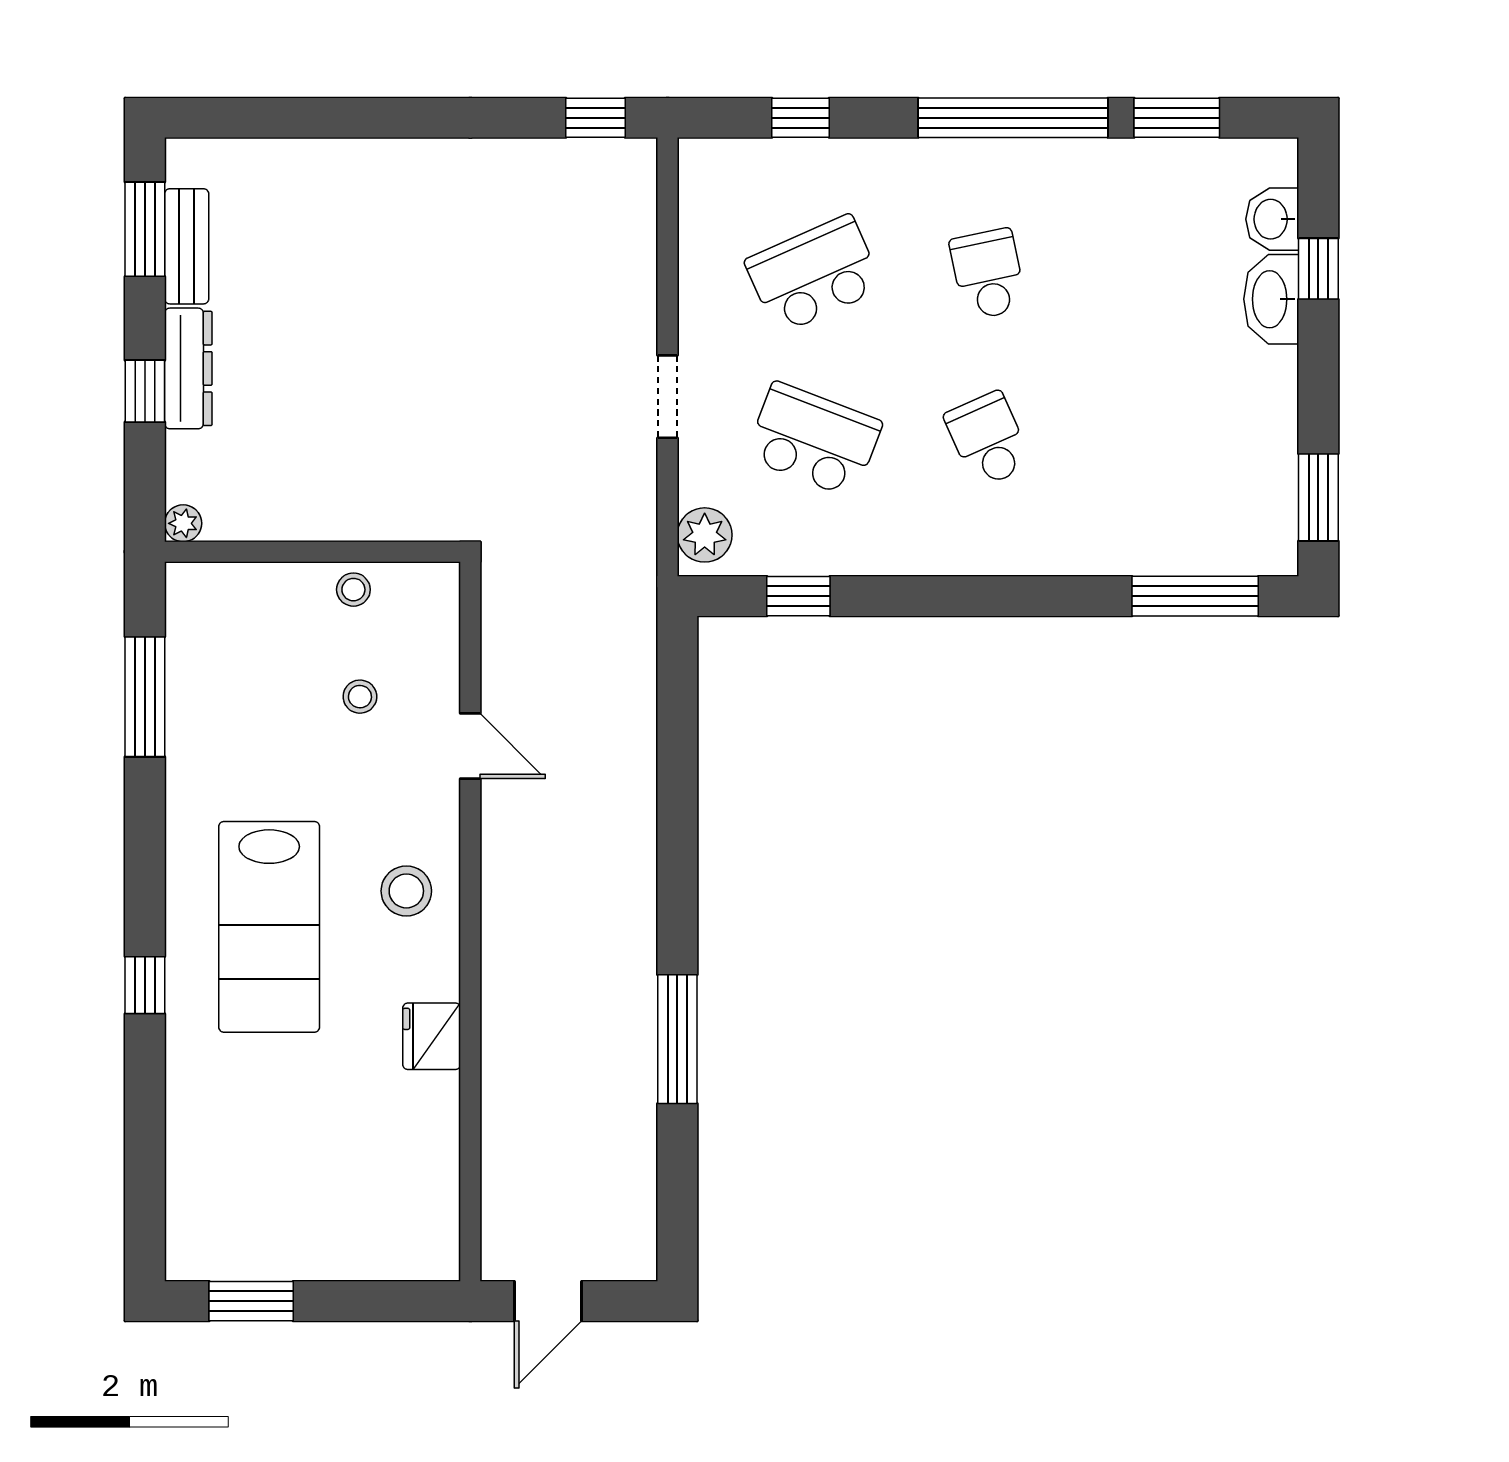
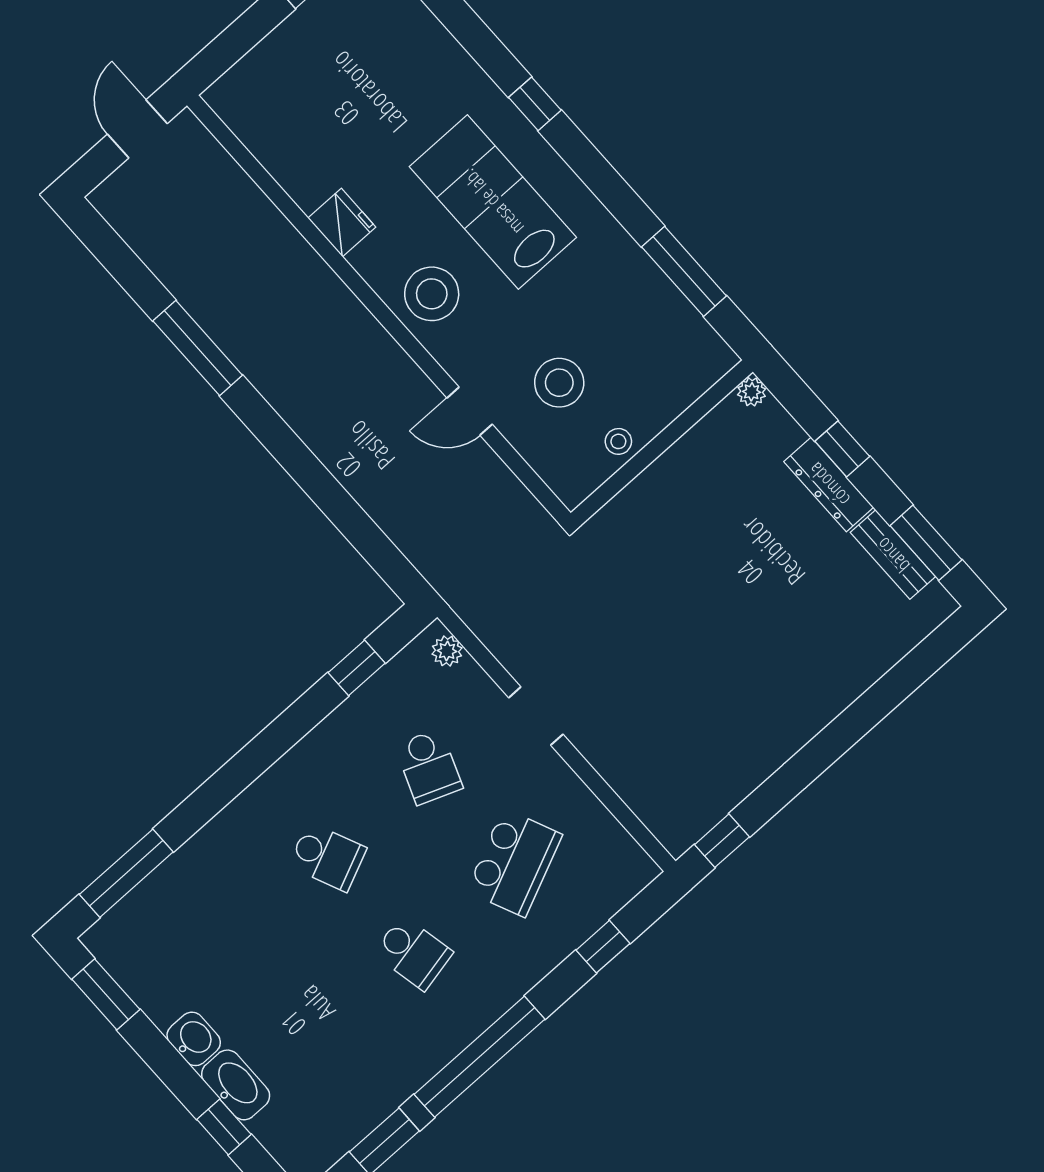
washbasin: (1272, 219) -> (194, 1039), moved
school desk: (814, 440) -> (429, 767), width x0.54
plant: (705, 535) -> (447, 651), width x0.73, depth x0.73
stool: (360, 697) -> (559, 383), width x1.89, depth x1.89
stool: (406, 891) -> (432, 294), width x1.38, depth x1.38

